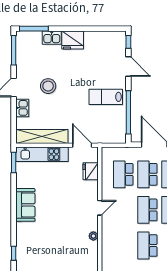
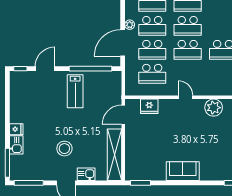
fridge: (73, 40) -> (16, 129), width x0.53, depth x0.75
kitchen unit: (42, 154) -> (132, 155), removed
plant: (93, 236) -> (214, 108), width x1.88, depth x1.88

